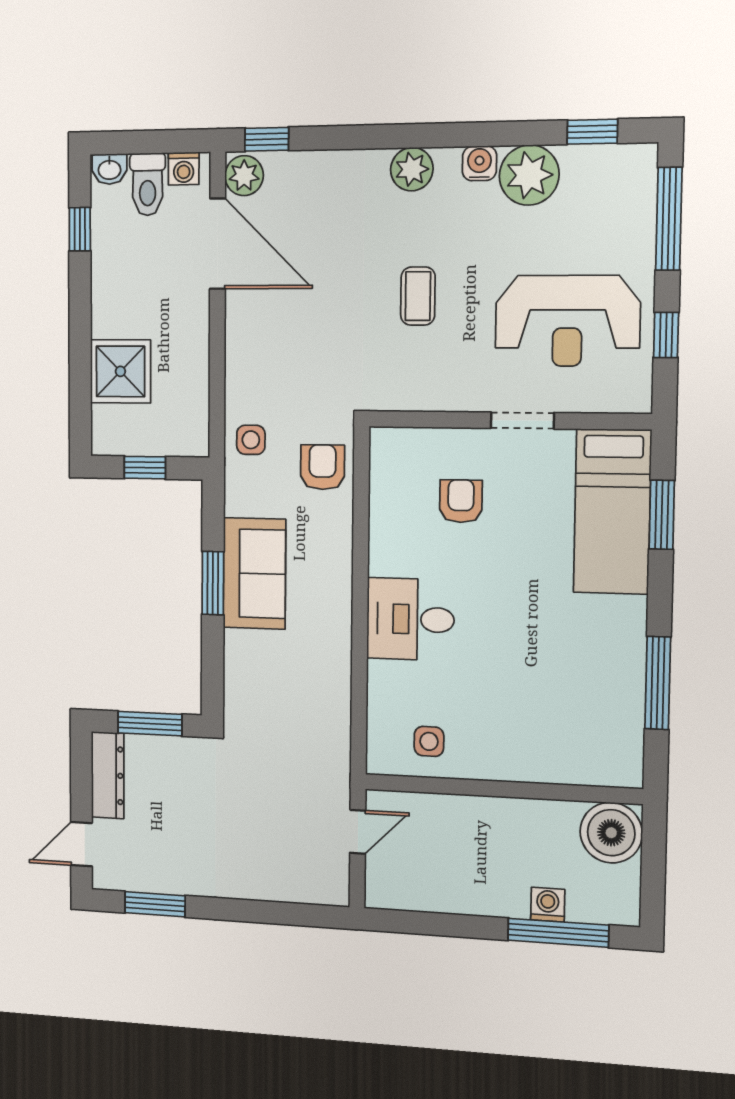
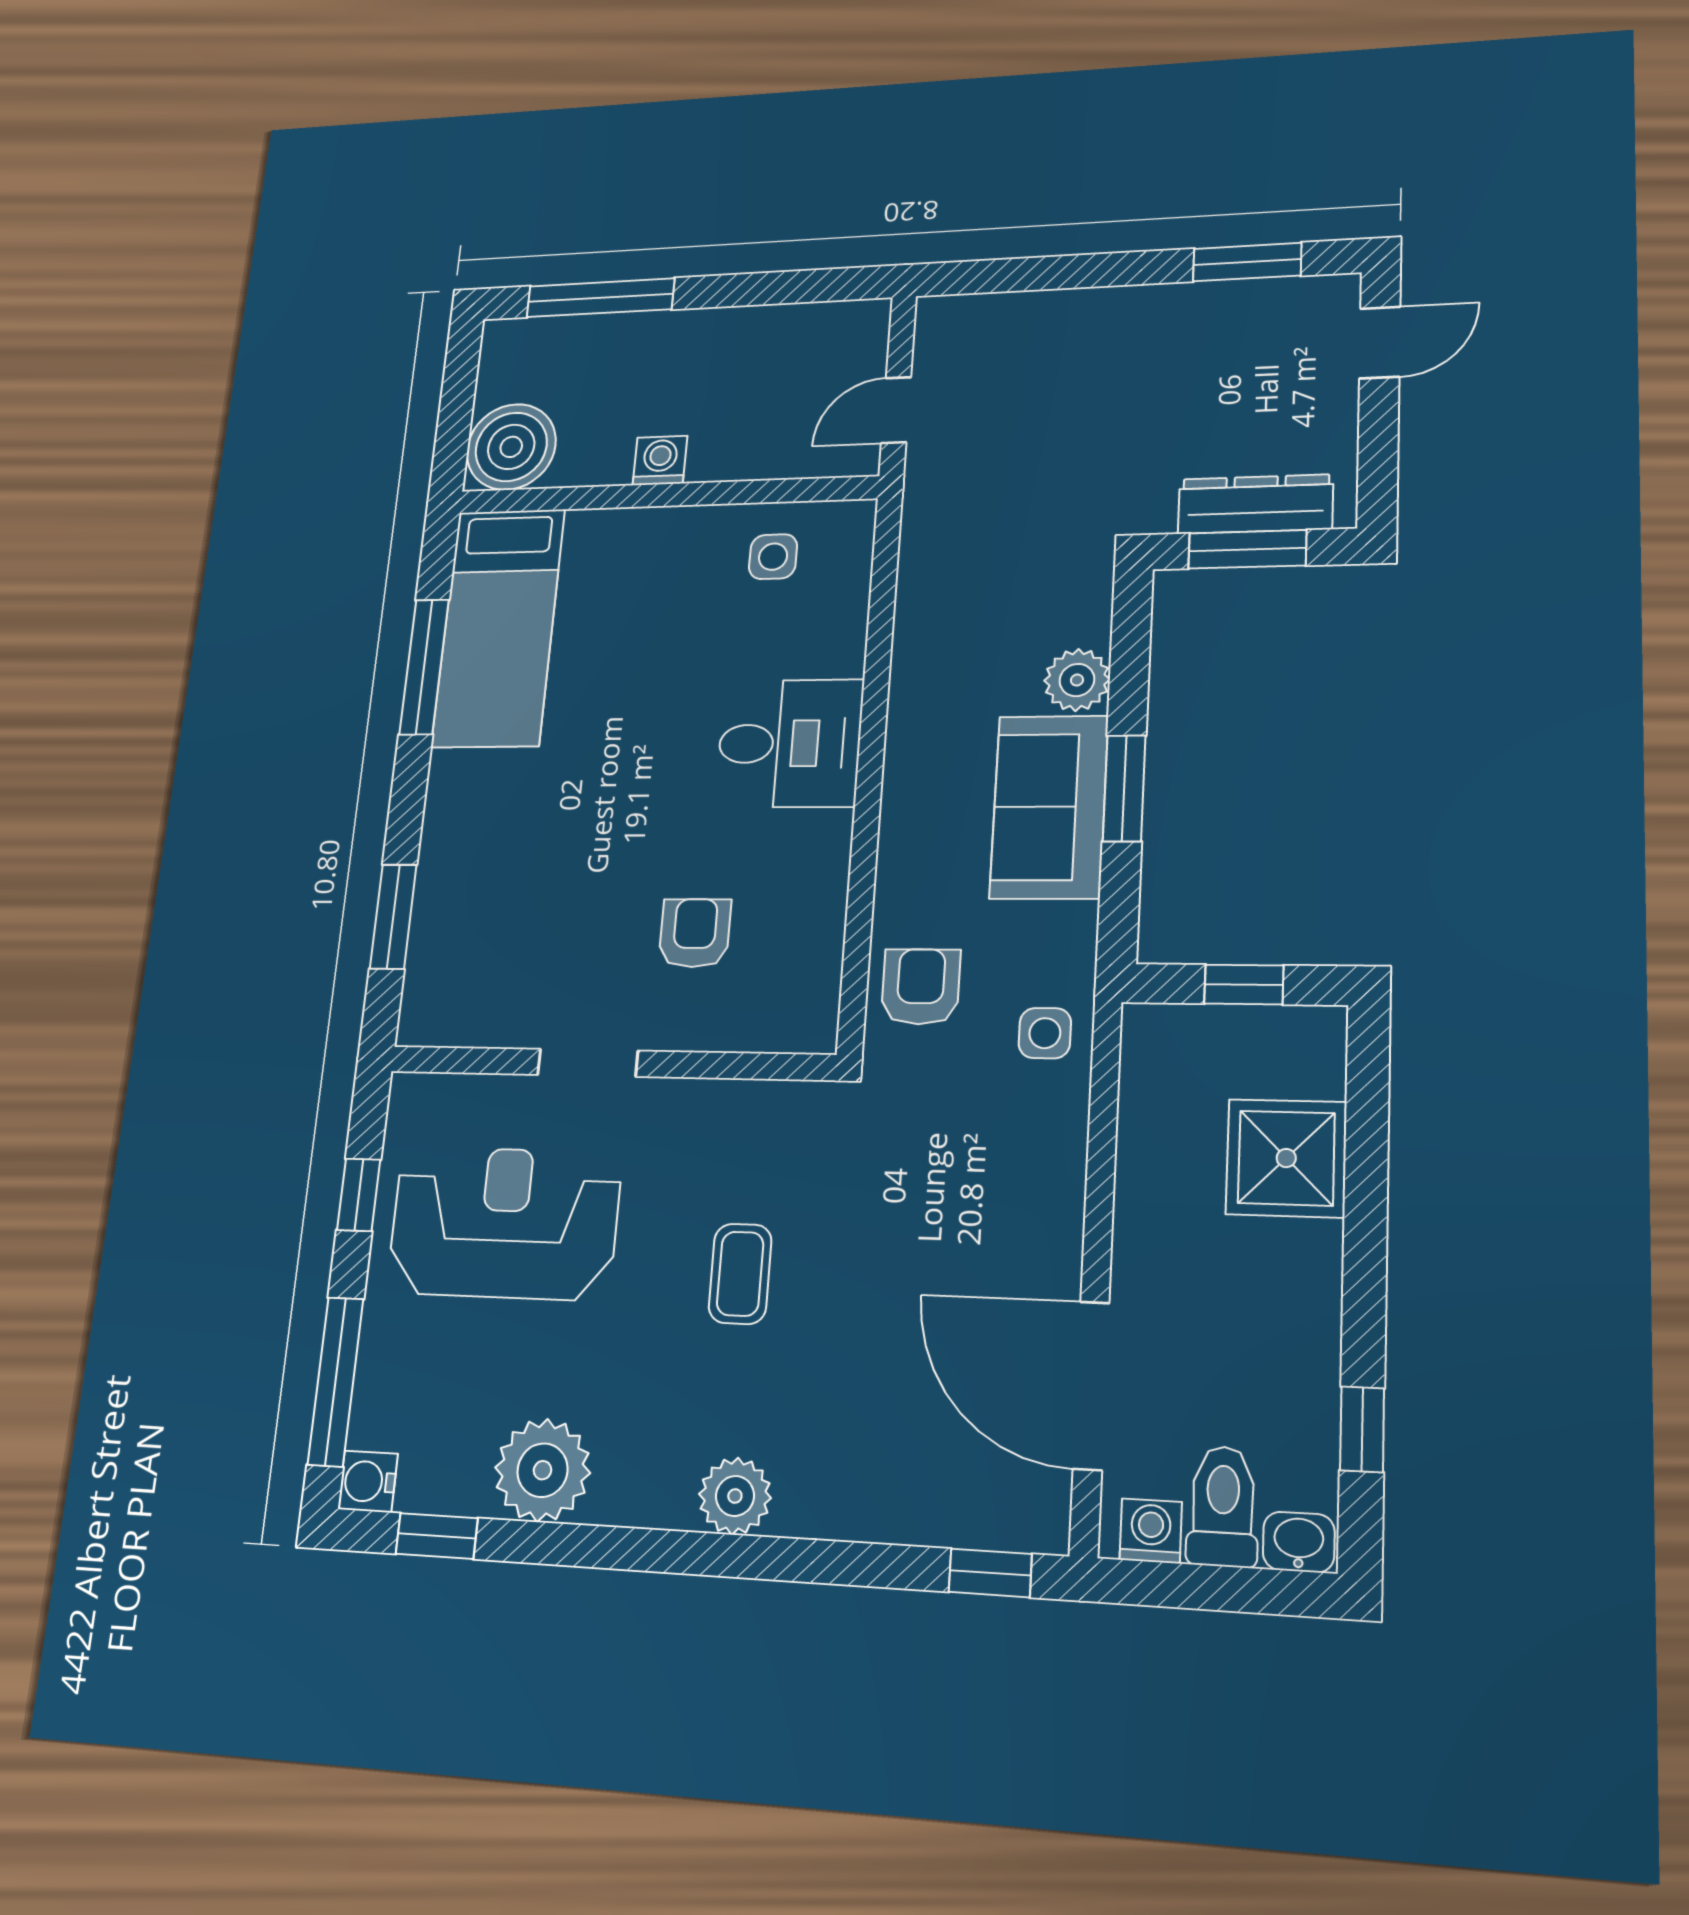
water cooler: (479, 163) -> (368, 1481), moved, turned 90
plant: (244, 176) -> (1077, 680), moved
armchair: (323, 467) -> (921, 987), turned 180
armchair: (461, 501) -> (695, 933), turned 180
bed: (612, 512) -> (498, 627), moved, turned 180
dresser: (108, 775) -> (1255, 504), moved, turned 90
washing machine: (548, 905) -> (660, 460), moved, turned 180

